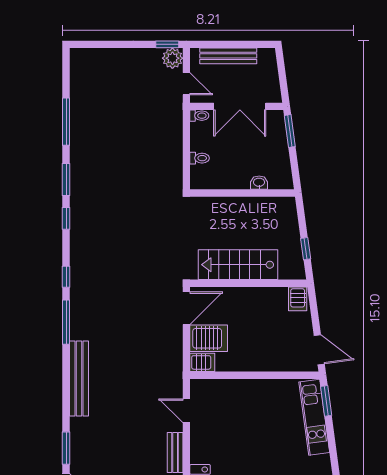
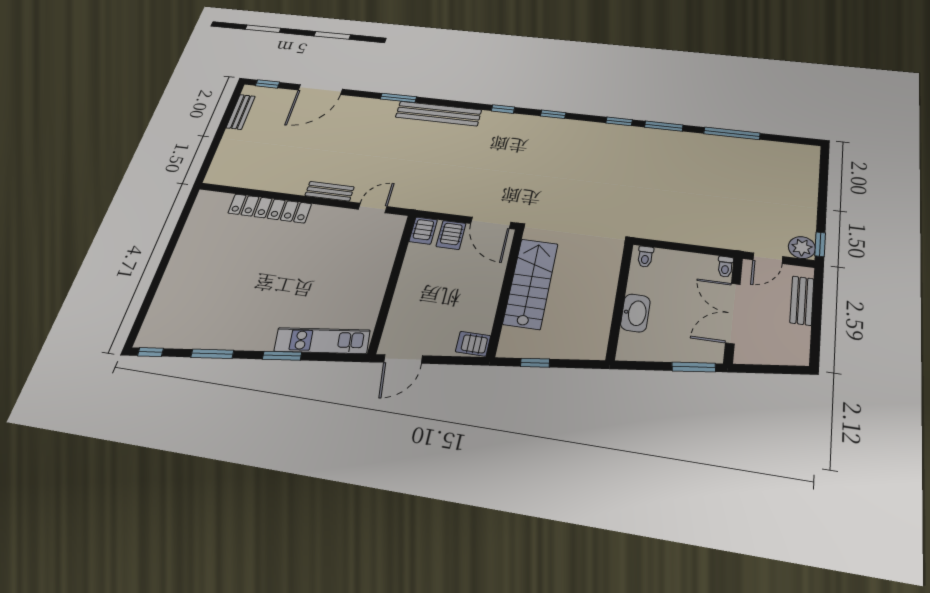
bench: (228, 56) -> (802, 301), width x0.73
toilet: (200, 158) -> (645, 257), moved
washbasin: (259, 183) -> (635, 313), width x1.91, depth x1.45
window: (66, 322) -> (503, 109), width x0.46
server rack: (209, 338) -> (451, 235), width x0.73, depth x0.70
window: (326, 401) -> (282, 356), moved
window: (66, 448) -> (398, 98), moved

